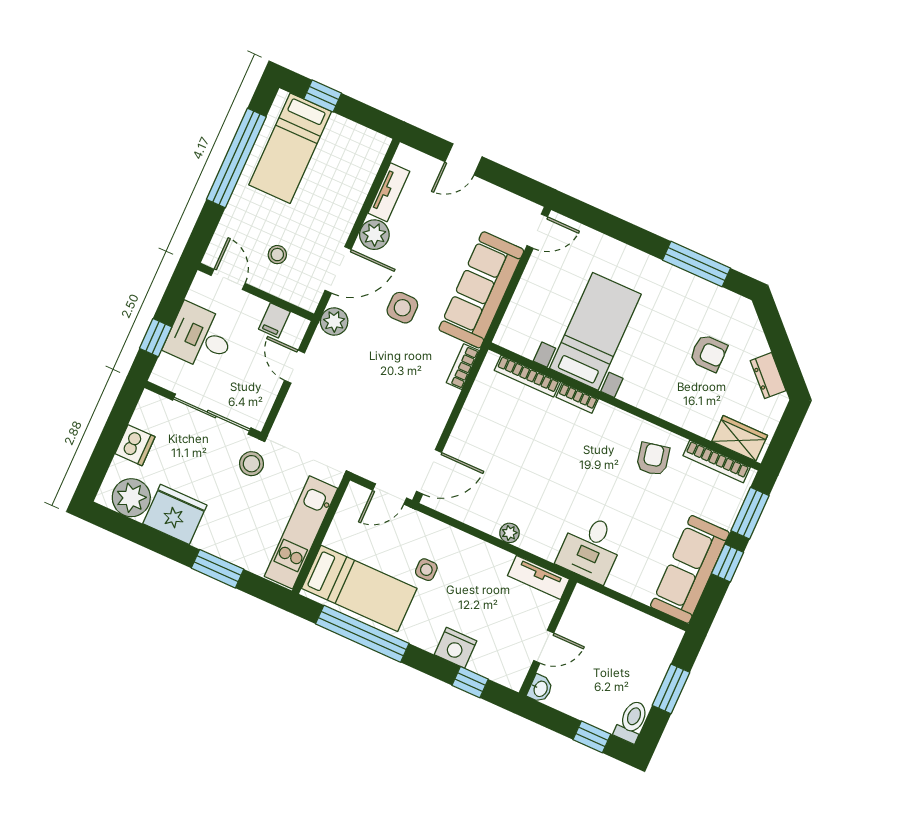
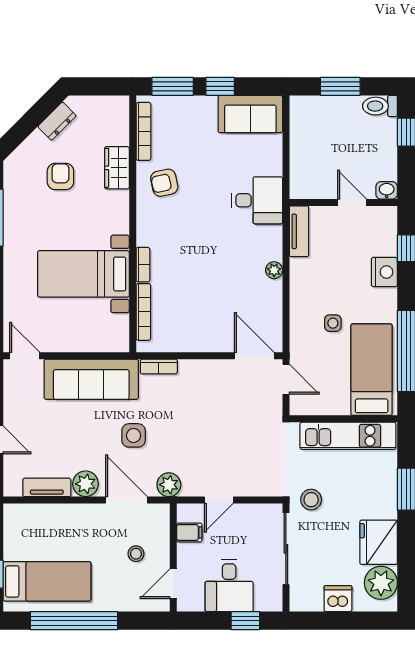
wardrobe: (740, 438) -> (117, 168), moved
sofa: (690, 569) -> (250, 114), width x0.73

